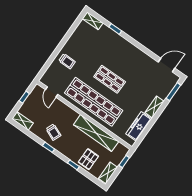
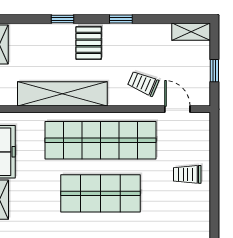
shop shelf: (110, 79) -> (101, 193), width x1.43, depth x1.36
trolley: (53, 132) -> (143, 83), moved
pallet: (88, 159) -> (89, 43), moved

